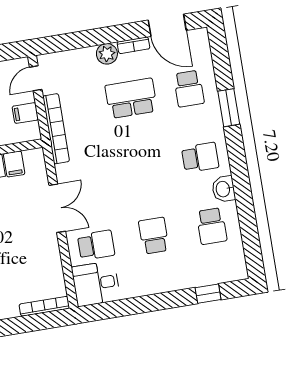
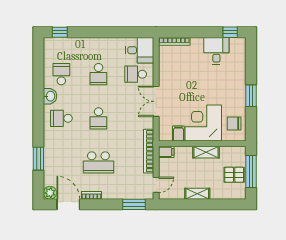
window: (65, 42) -> (134, 204), added
plant: (107, 54) -> (50, 193), moved
school desk: (189, 89) -> (98, 118), moved, turned 180
window: (229, 108) -> (38, 159), moved
filing cabinet: (25, 113) -> (166, 152), moved
window: (208, 294) -> (60, 32), moved

